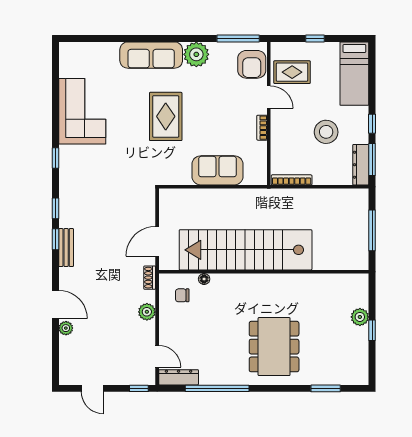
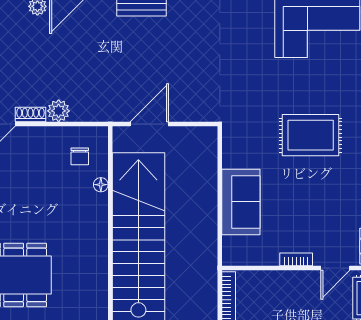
door: (157, 241) -> (149, 124), hinge flipped
shoe rack: (150, 278) -> (30, 115), moved
chair: (182, 295) -> (80, 156), turned 180

